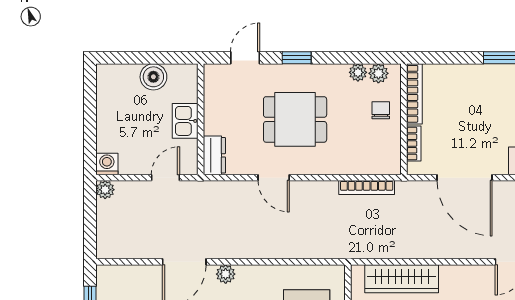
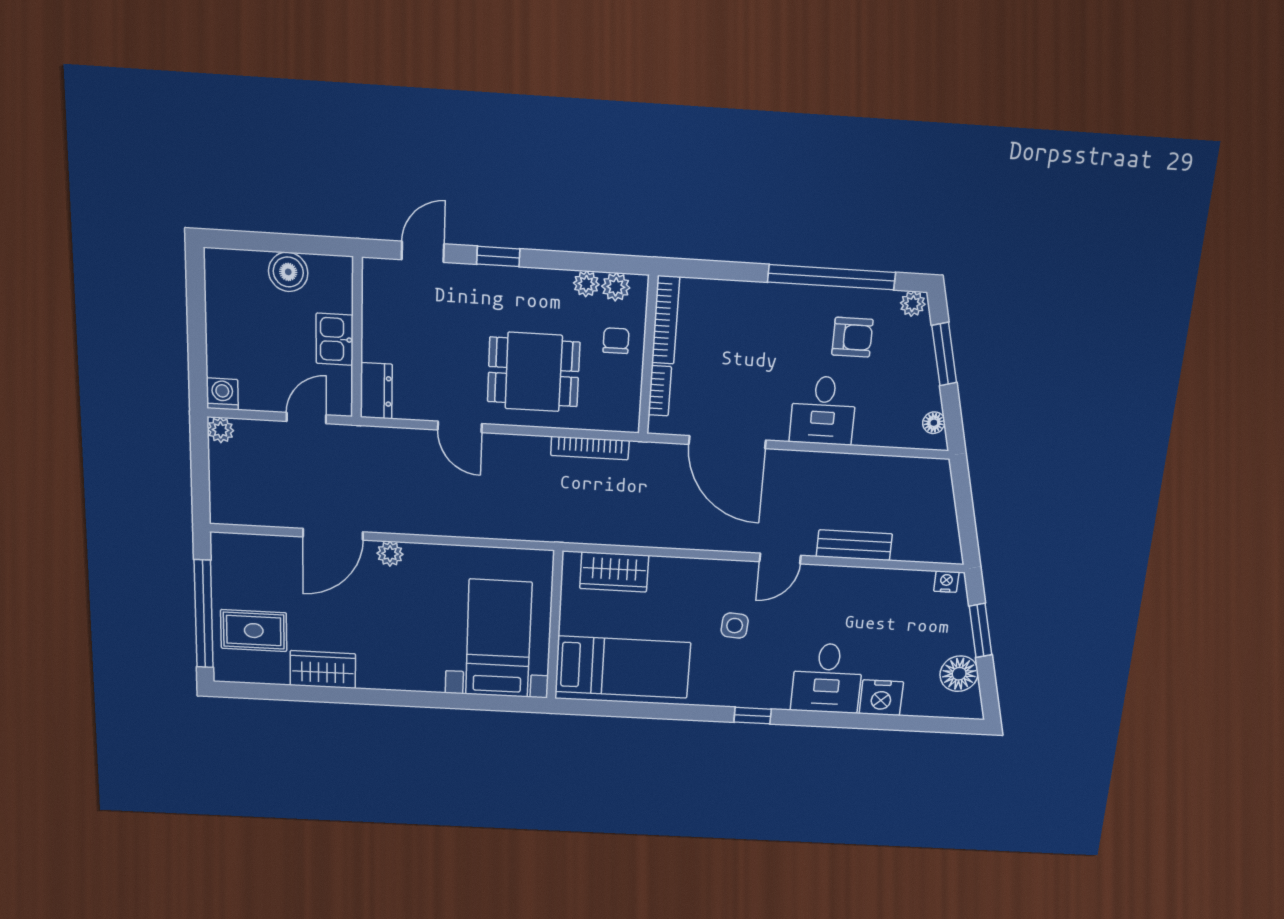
dining table: (295, 119) -> (534, 372), moved
wardrobe: (402, 279) -> (614, 572), width x0.67

